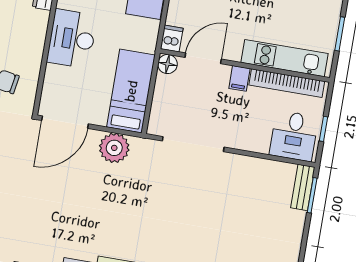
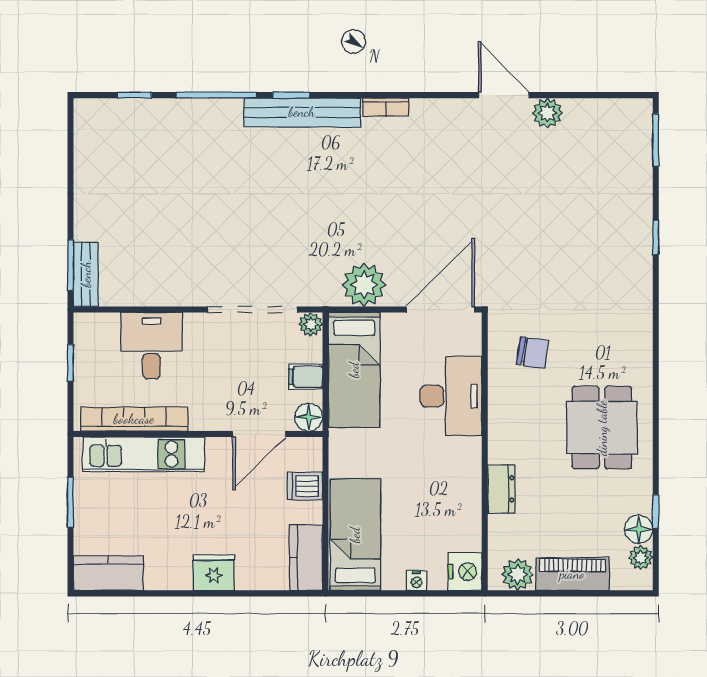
desk: (72, 39) -> (451, 396), moved
dishwasher: (172, 39) -> (305, 486), moved, turned 90
filing cabinet: (239, 78) -> (306, 377), moved, turned -90
plant: (155, 127) -> (311, 324), added
desk: (294, 136) -> (152, 346), moved

